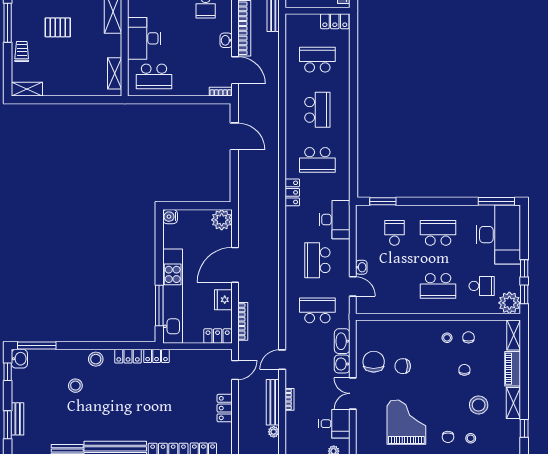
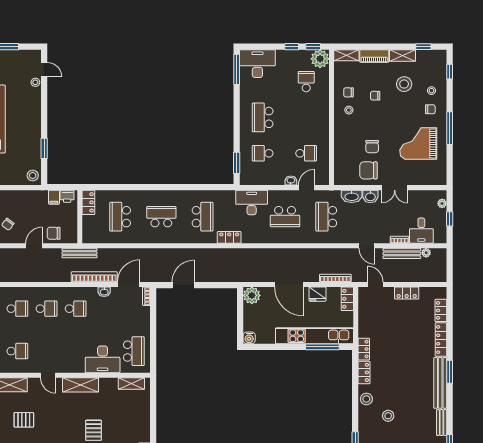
desk: (498, 235) -> (257, 64), width x0.73, depth x0.77
school desk: (438, 286) -> (306, 153), moved, width x0.54
desk: (334, 424) -> (421, 231), moved, turned 180

